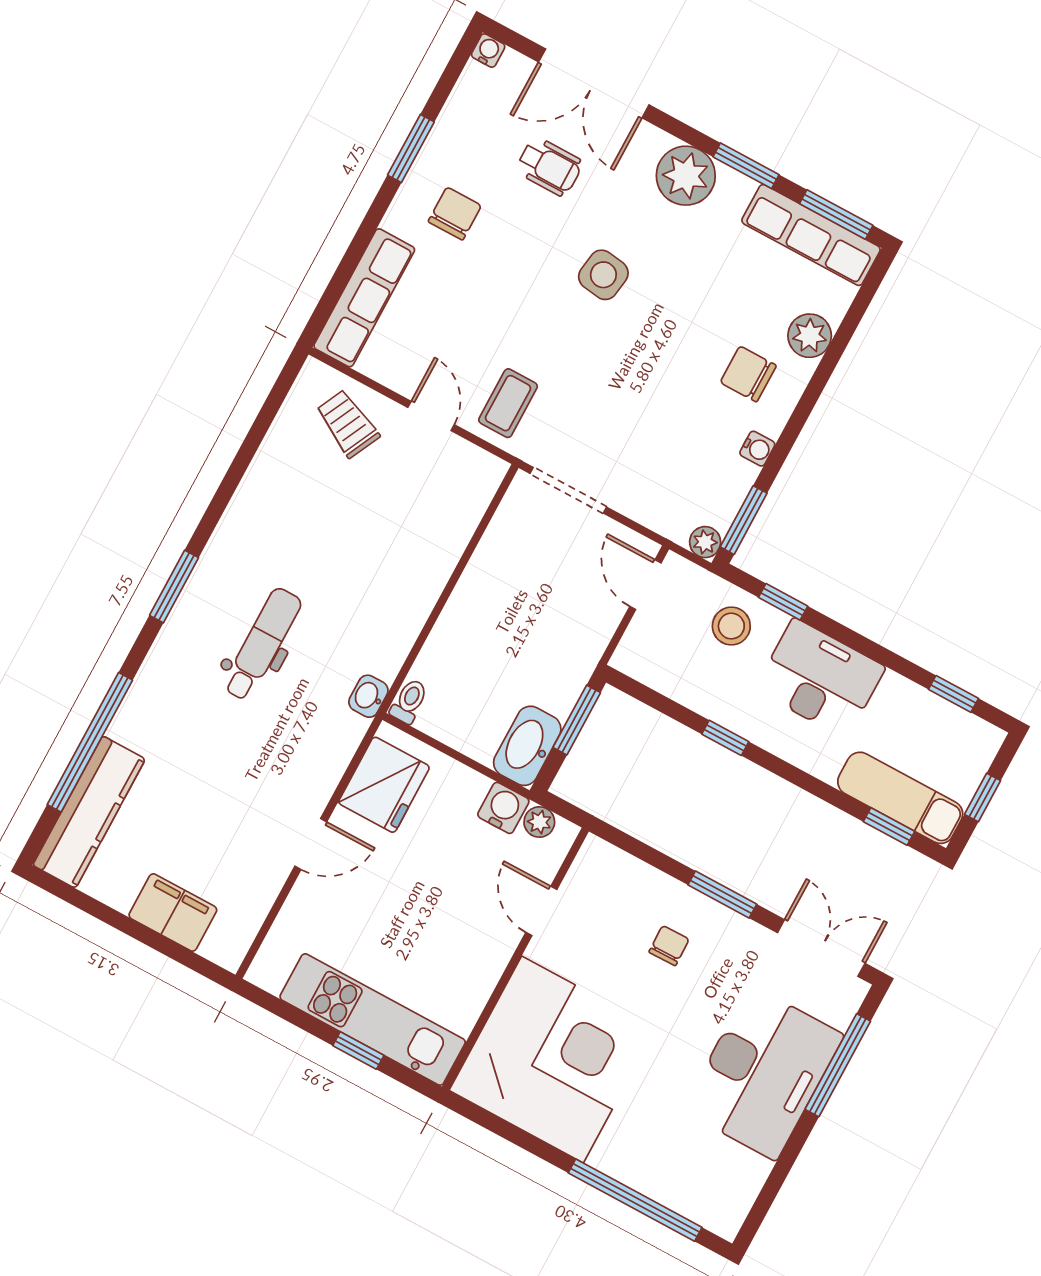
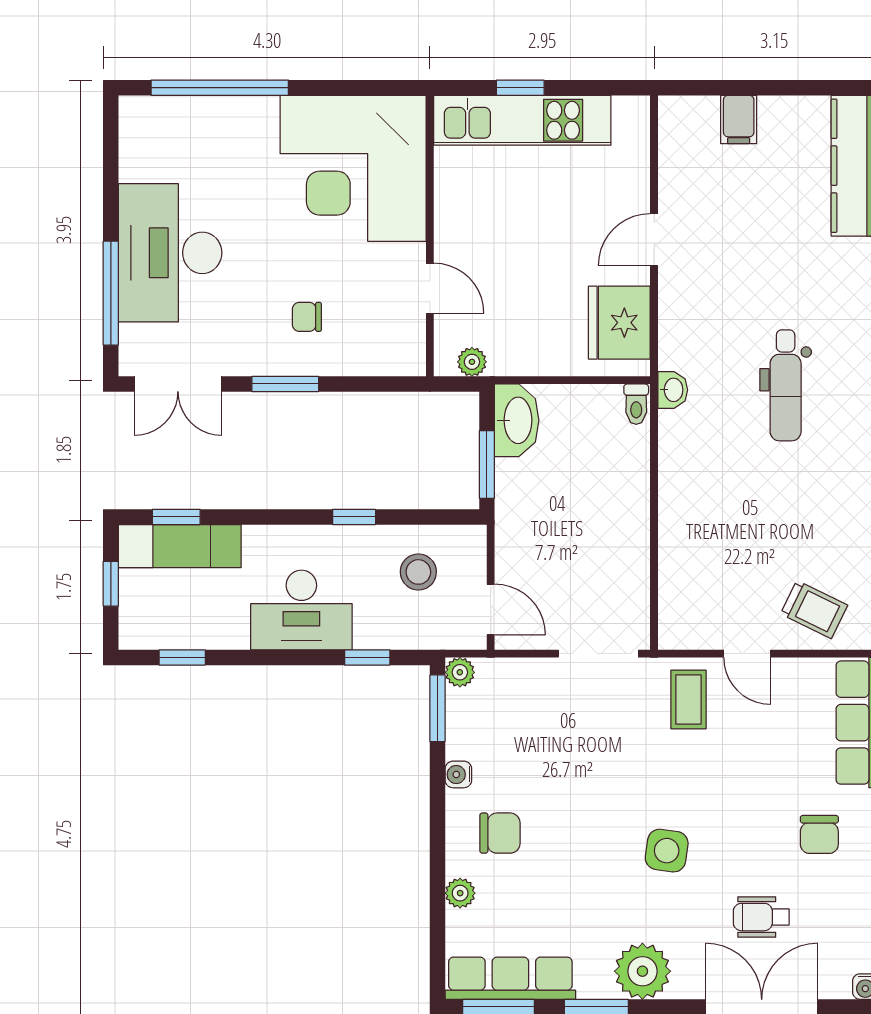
plant: (810, 336) -> (460, 893), width x0.73, depth x0.73
stool: (731, 626) -> (418, 572), moved
water cooler: (503, 808) -> (509, 357), removed
filing cabinet: (173, 913) -> (739, 119), width x0.50
chair: (669, 946) -> (307, 317), turned 91

